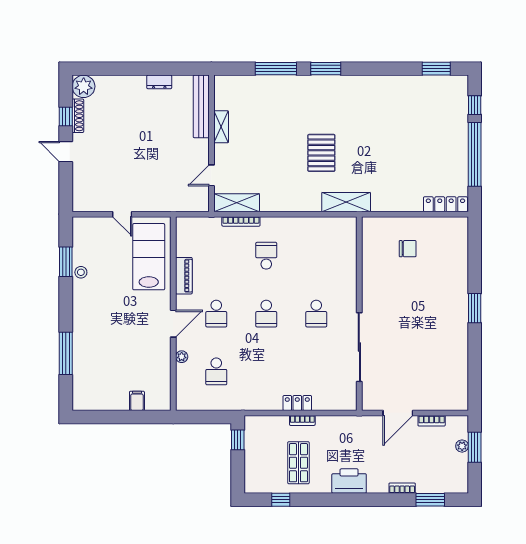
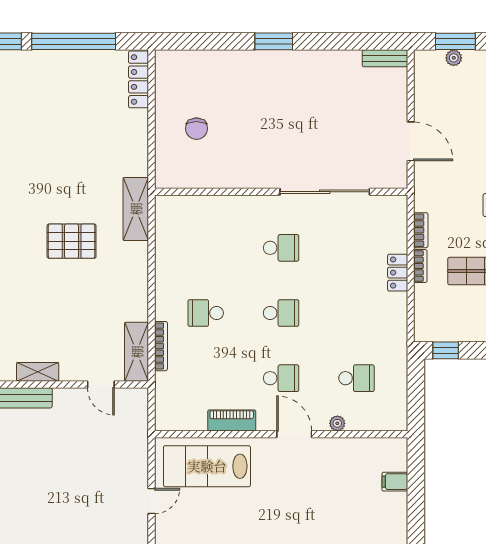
chair: (408, 249) -> (196, 129), turned 180
bench: (462, 393) -> (385, 58), added
bookcase: (432, 421) -> (421, 230), moved

